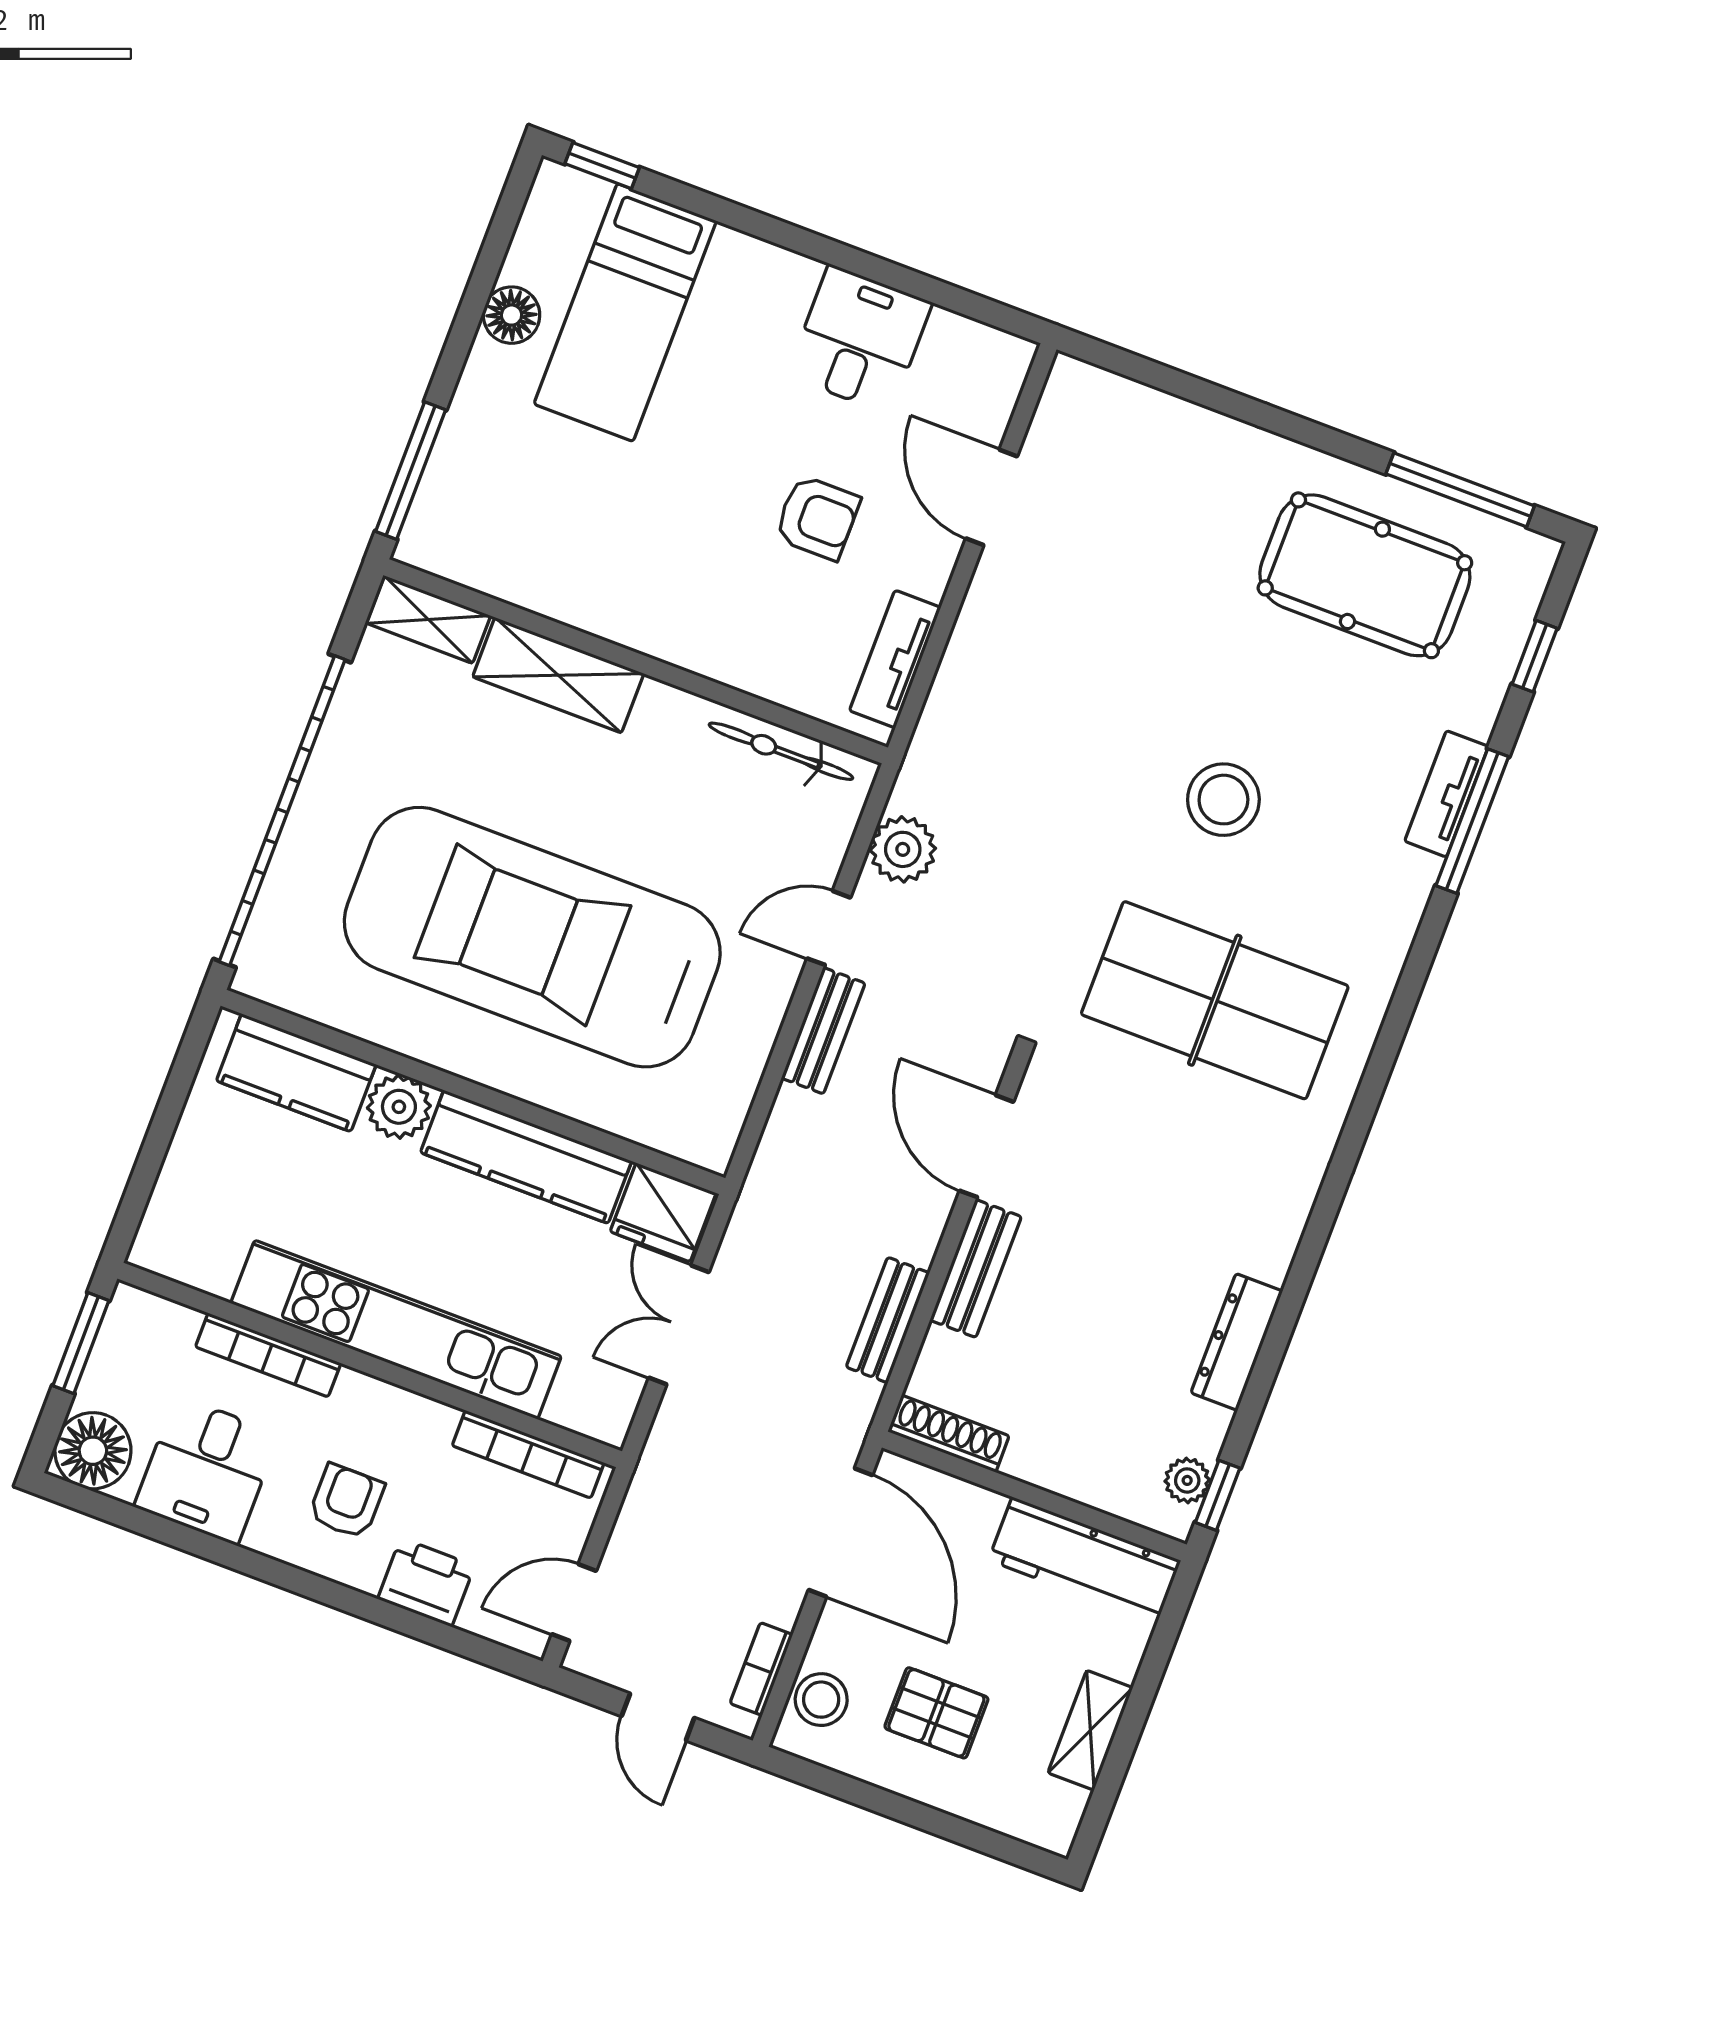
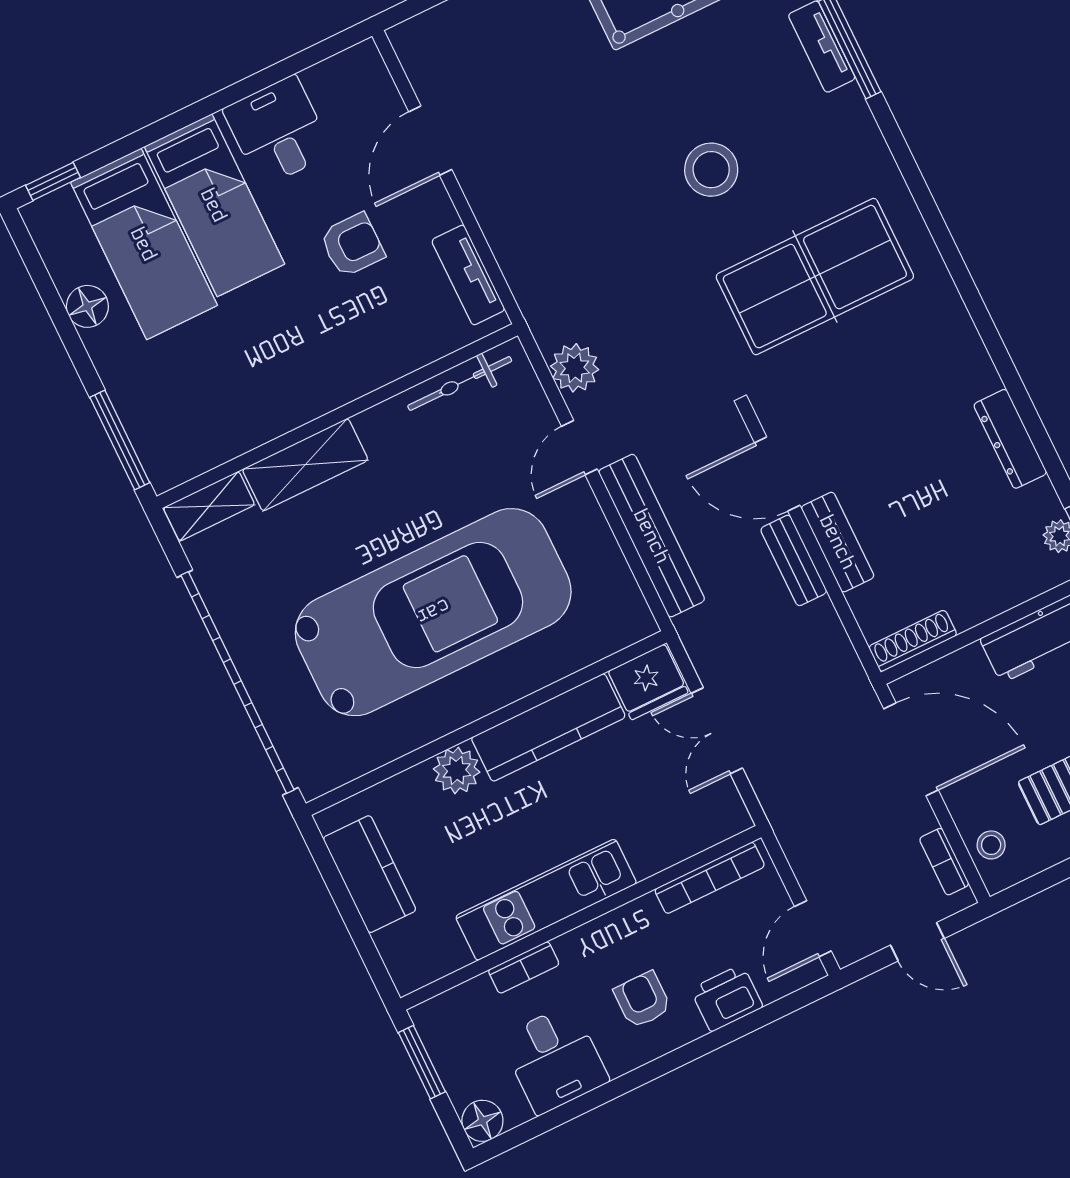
bed: (728, 346) -> (214, 205), added
door: (992, 497) -> (430, 141), hinge flipped
car: (532, 937) -> (433, 612), turned 180
bench: (823, 1031) -> (652, 536), width x1.86, depth x1.21
kitchen counter: (296, 1073) -> (370, 874), moved, turned -90
bench: (888, 1320) -> (794, 560), moved
kitchen unit: (396, 1330) -> (546, 900), width x0.73
bookcase: (268, 1355) -> (524, 967), width x0.64
floor lamp: (93, 1451) -> (482, 1121), width x0.73, depth x0.73
stool: (821, 1700) -> (991, 845), width x0.73, depth x0.73

